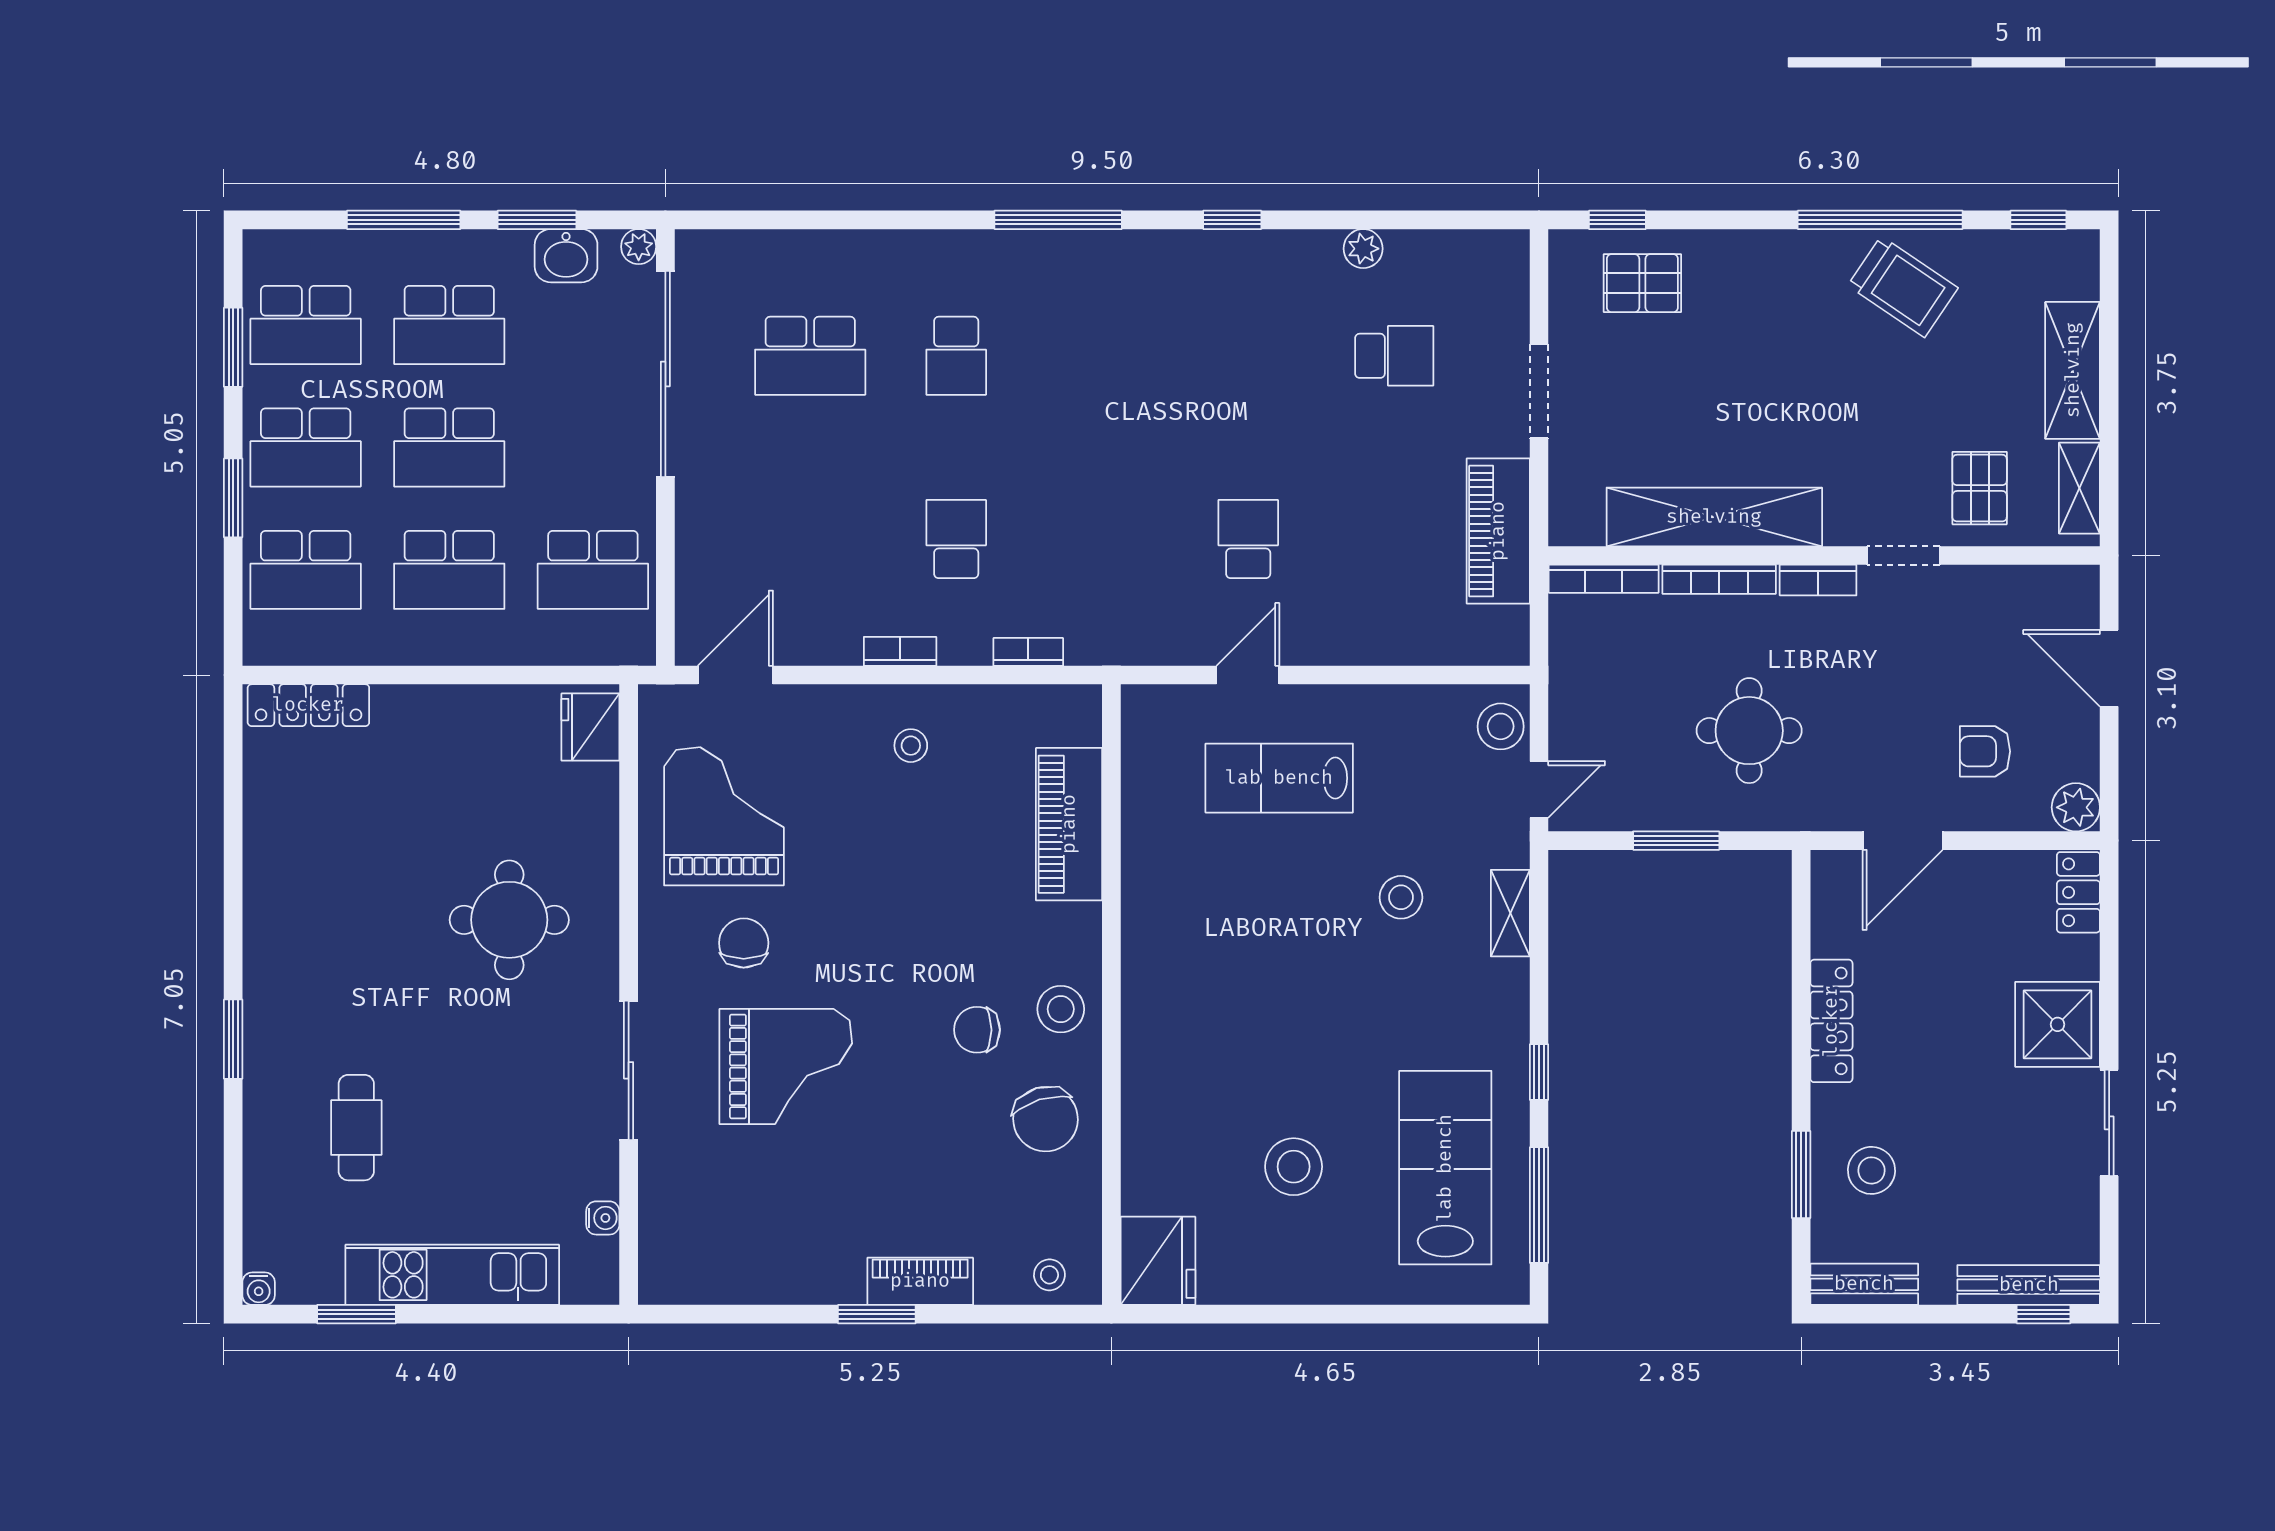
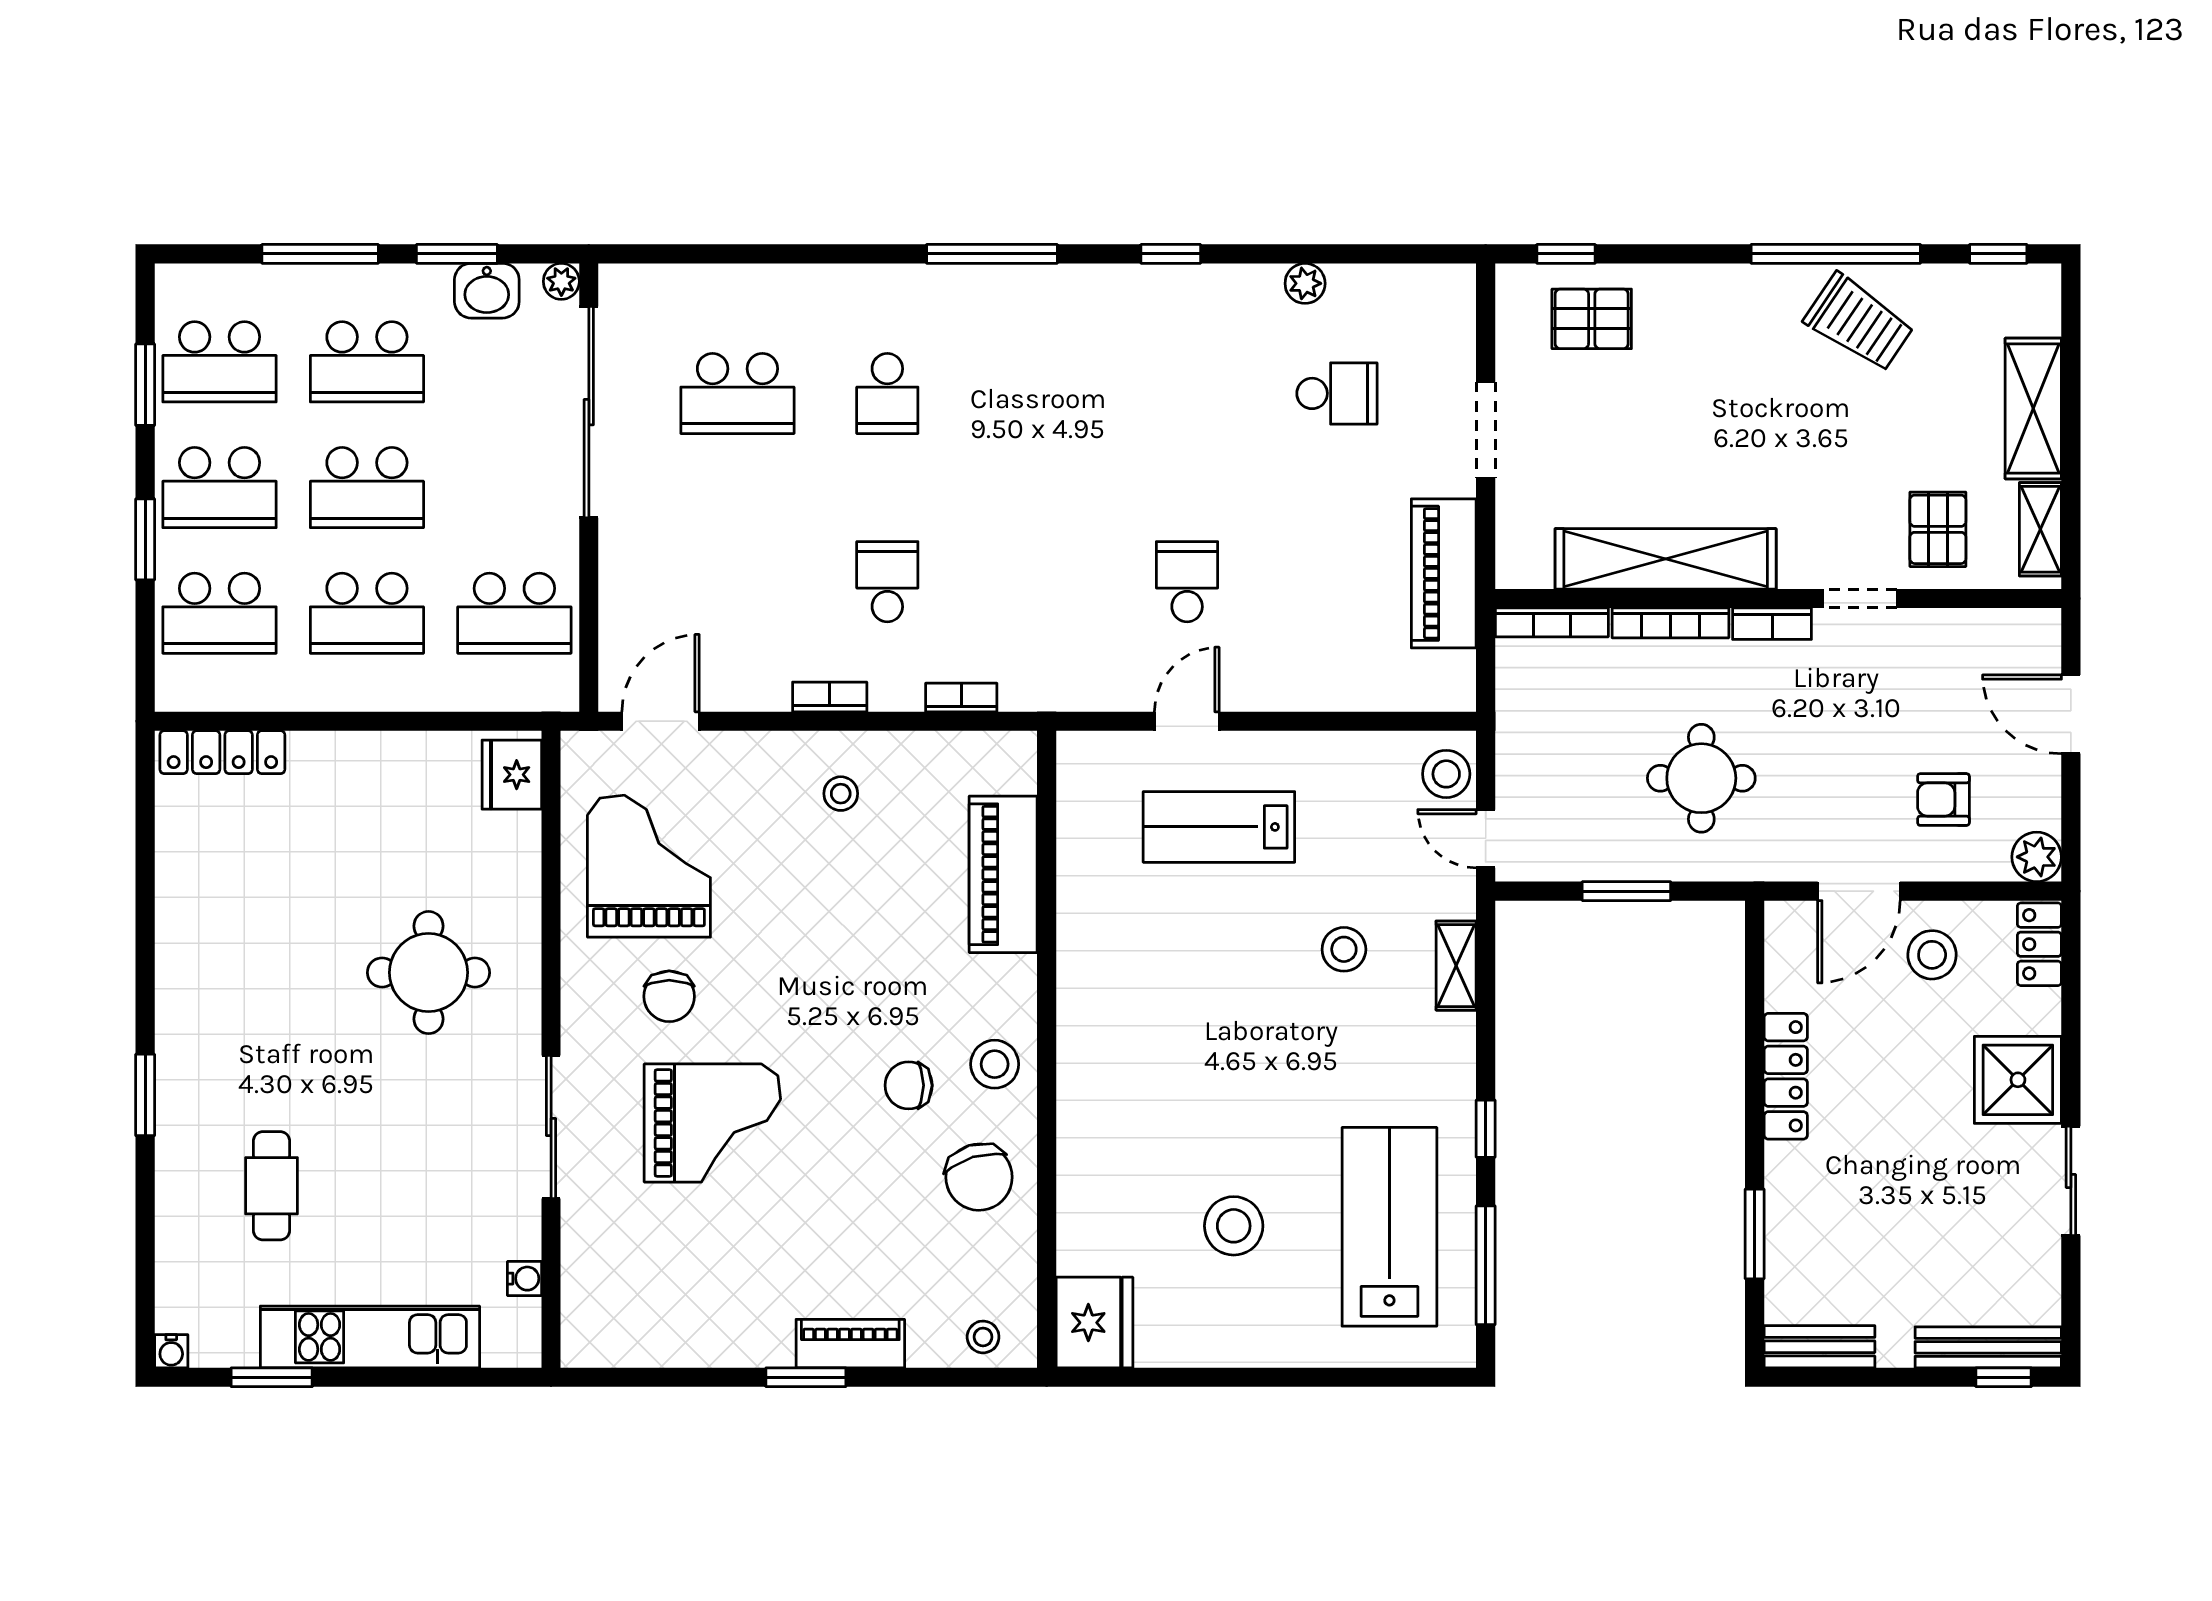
door: (1539, 790) -> (1486, 839), swing flipped
chair: (744, 943) -> (669, 996), turned 180
stool: (1872, 1170) -> (1932, 955), moved

